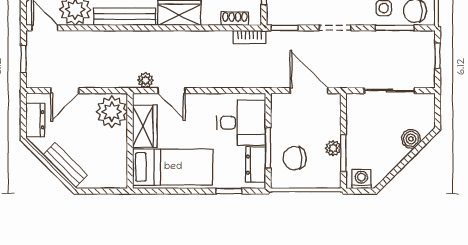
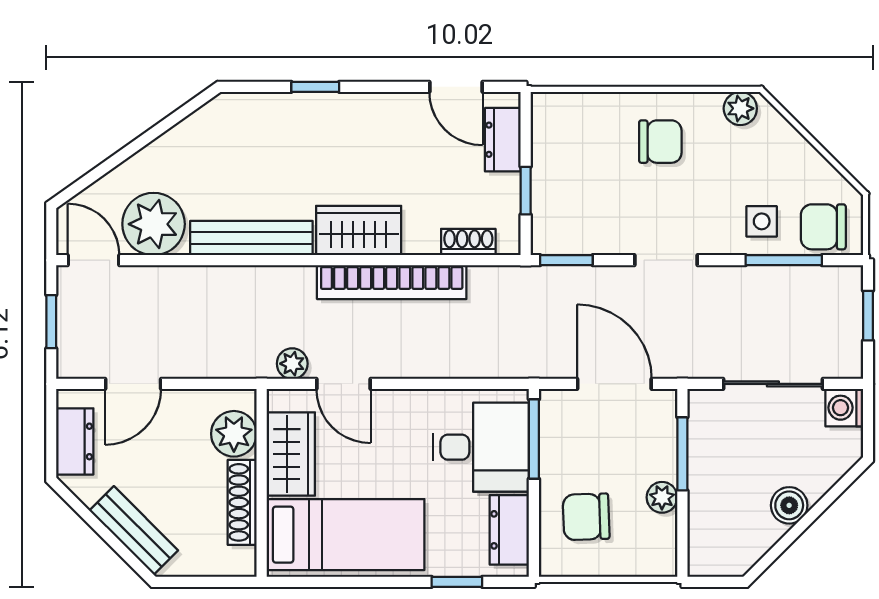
bookcase: (250, 37) -> (392, 282), moved, width x2.31, depth x1.31
plant: (112, 112) -> (234, 434), width x0.73, depth x0.73
boiler: (411, 139) -> (789, 505), moved
window: (268, 148) -> (534, 439), moved
shoe rack: (120, 151) -> (242, 502), added
window: (343, 153) -> (682, 454), moved
washing machine: (361, 179) -> (844, 408), moved, turned -90

